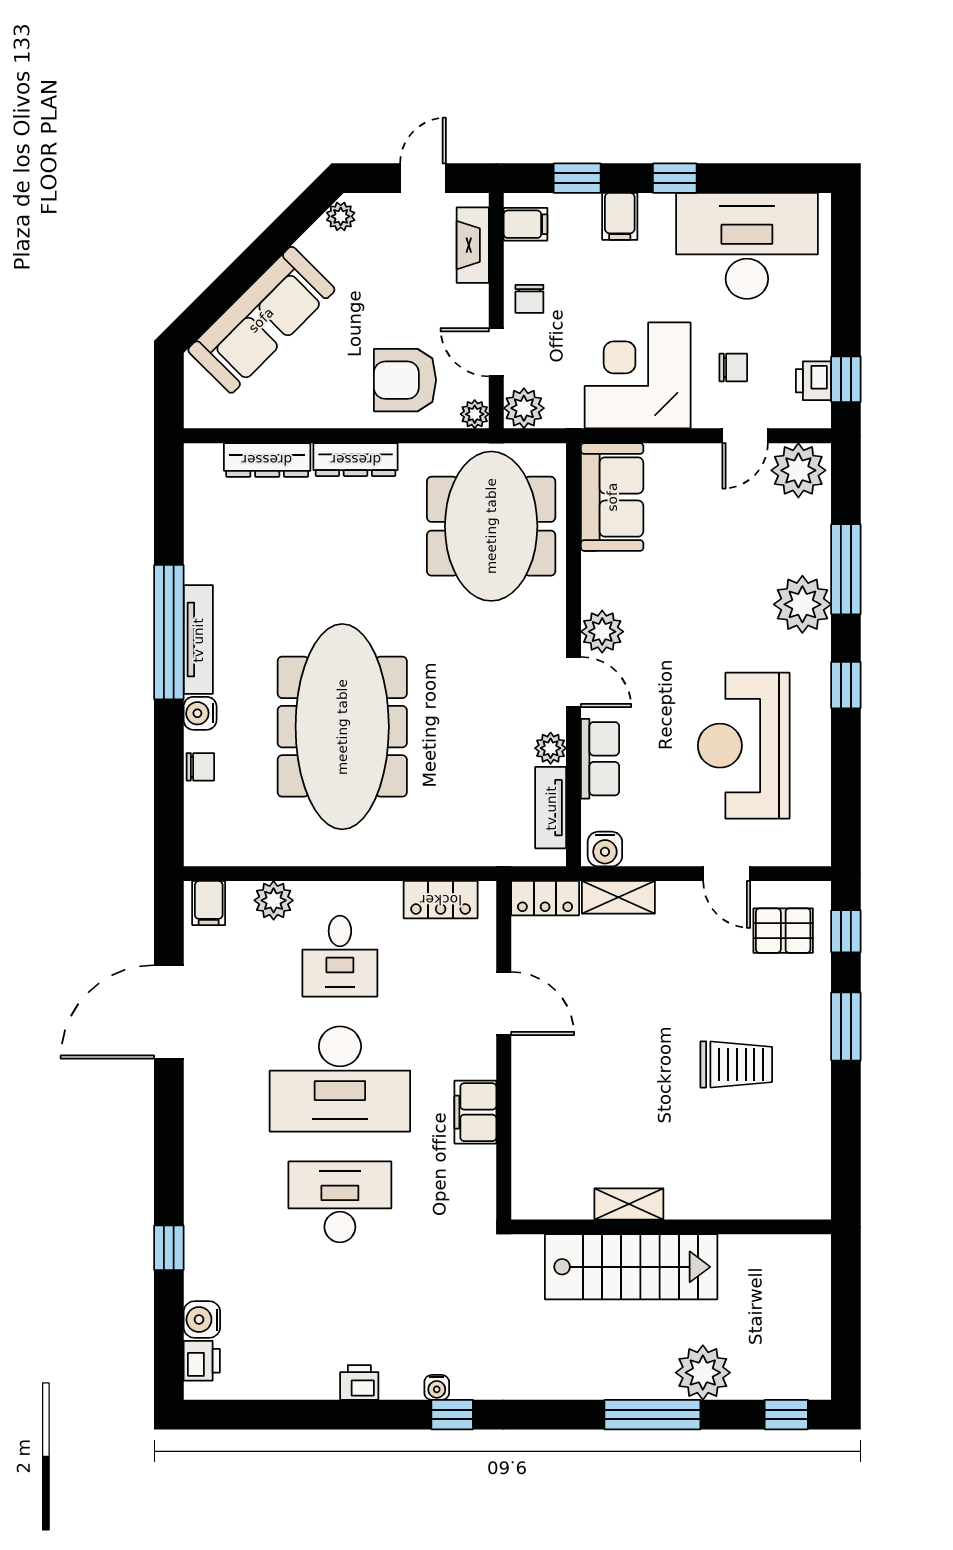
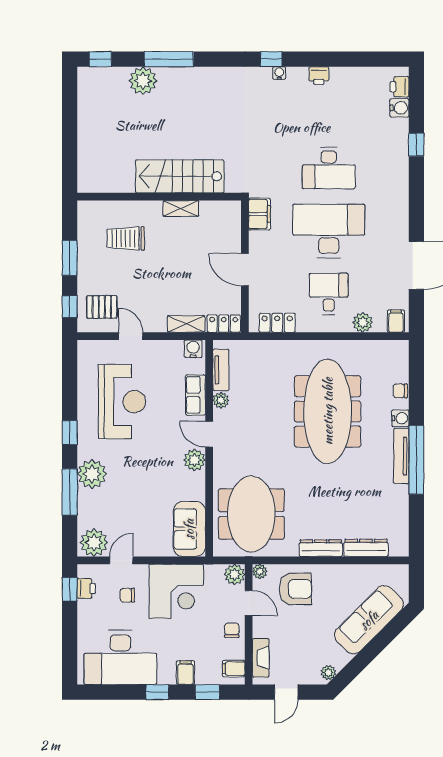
shelving: (629, 1204) -> (181, 208), moved
wall: (671, 1227) -> (159, 197), moved
stairs: (631, 1267) -> (180, 176), moved

